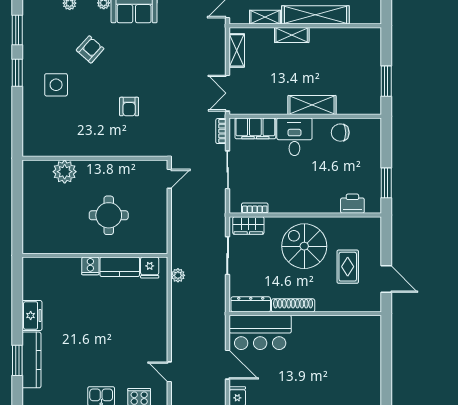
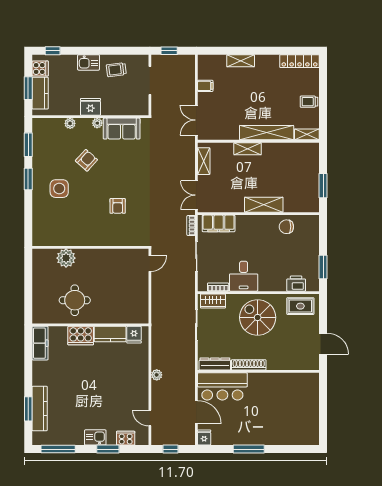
shelving: (265, 17) -> (307, 134), moved
desk: (294, 137) -> (244, 276), moved, turned 180
round table: (109, 215) -> (75, 300), moved
cooker: (90, 266) -> (81, 336), width x1.87, depth x1.31
rug: (348, 267) -> (300, 306), moved, turned 90
plant: (178, 275) -> (157, 375), moved
freezer: (32, 316) -> (40, 343), moved, width x1.40

